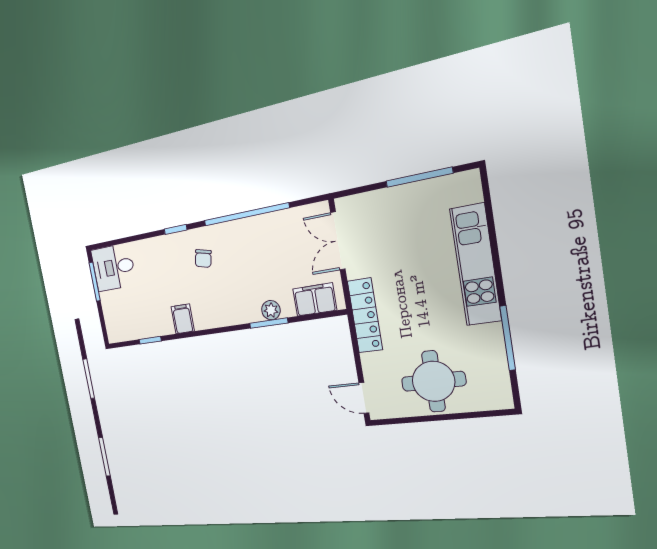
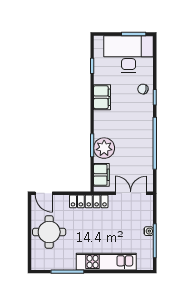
water cooler: (402, 193) -> (149, 231), added
chair: (203, 258) -> (143, 89), moved
desk: (114, 267) -> (129, 54), width x1.87, depth x1.30
plant: (271, 310) -> (104, 148), width x1.88, depth x1.88
filing cabinet: (183, 319) -> (102, 97), width x2.00
door: (364, 398) -> (44, 193), swing flipped

